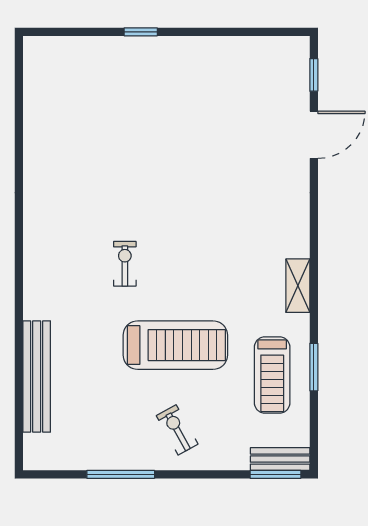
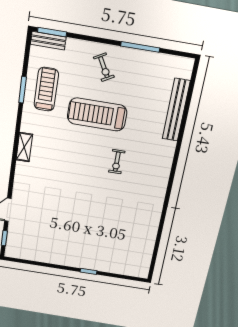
shelving: (298, 286) -> (24, 147), moved

